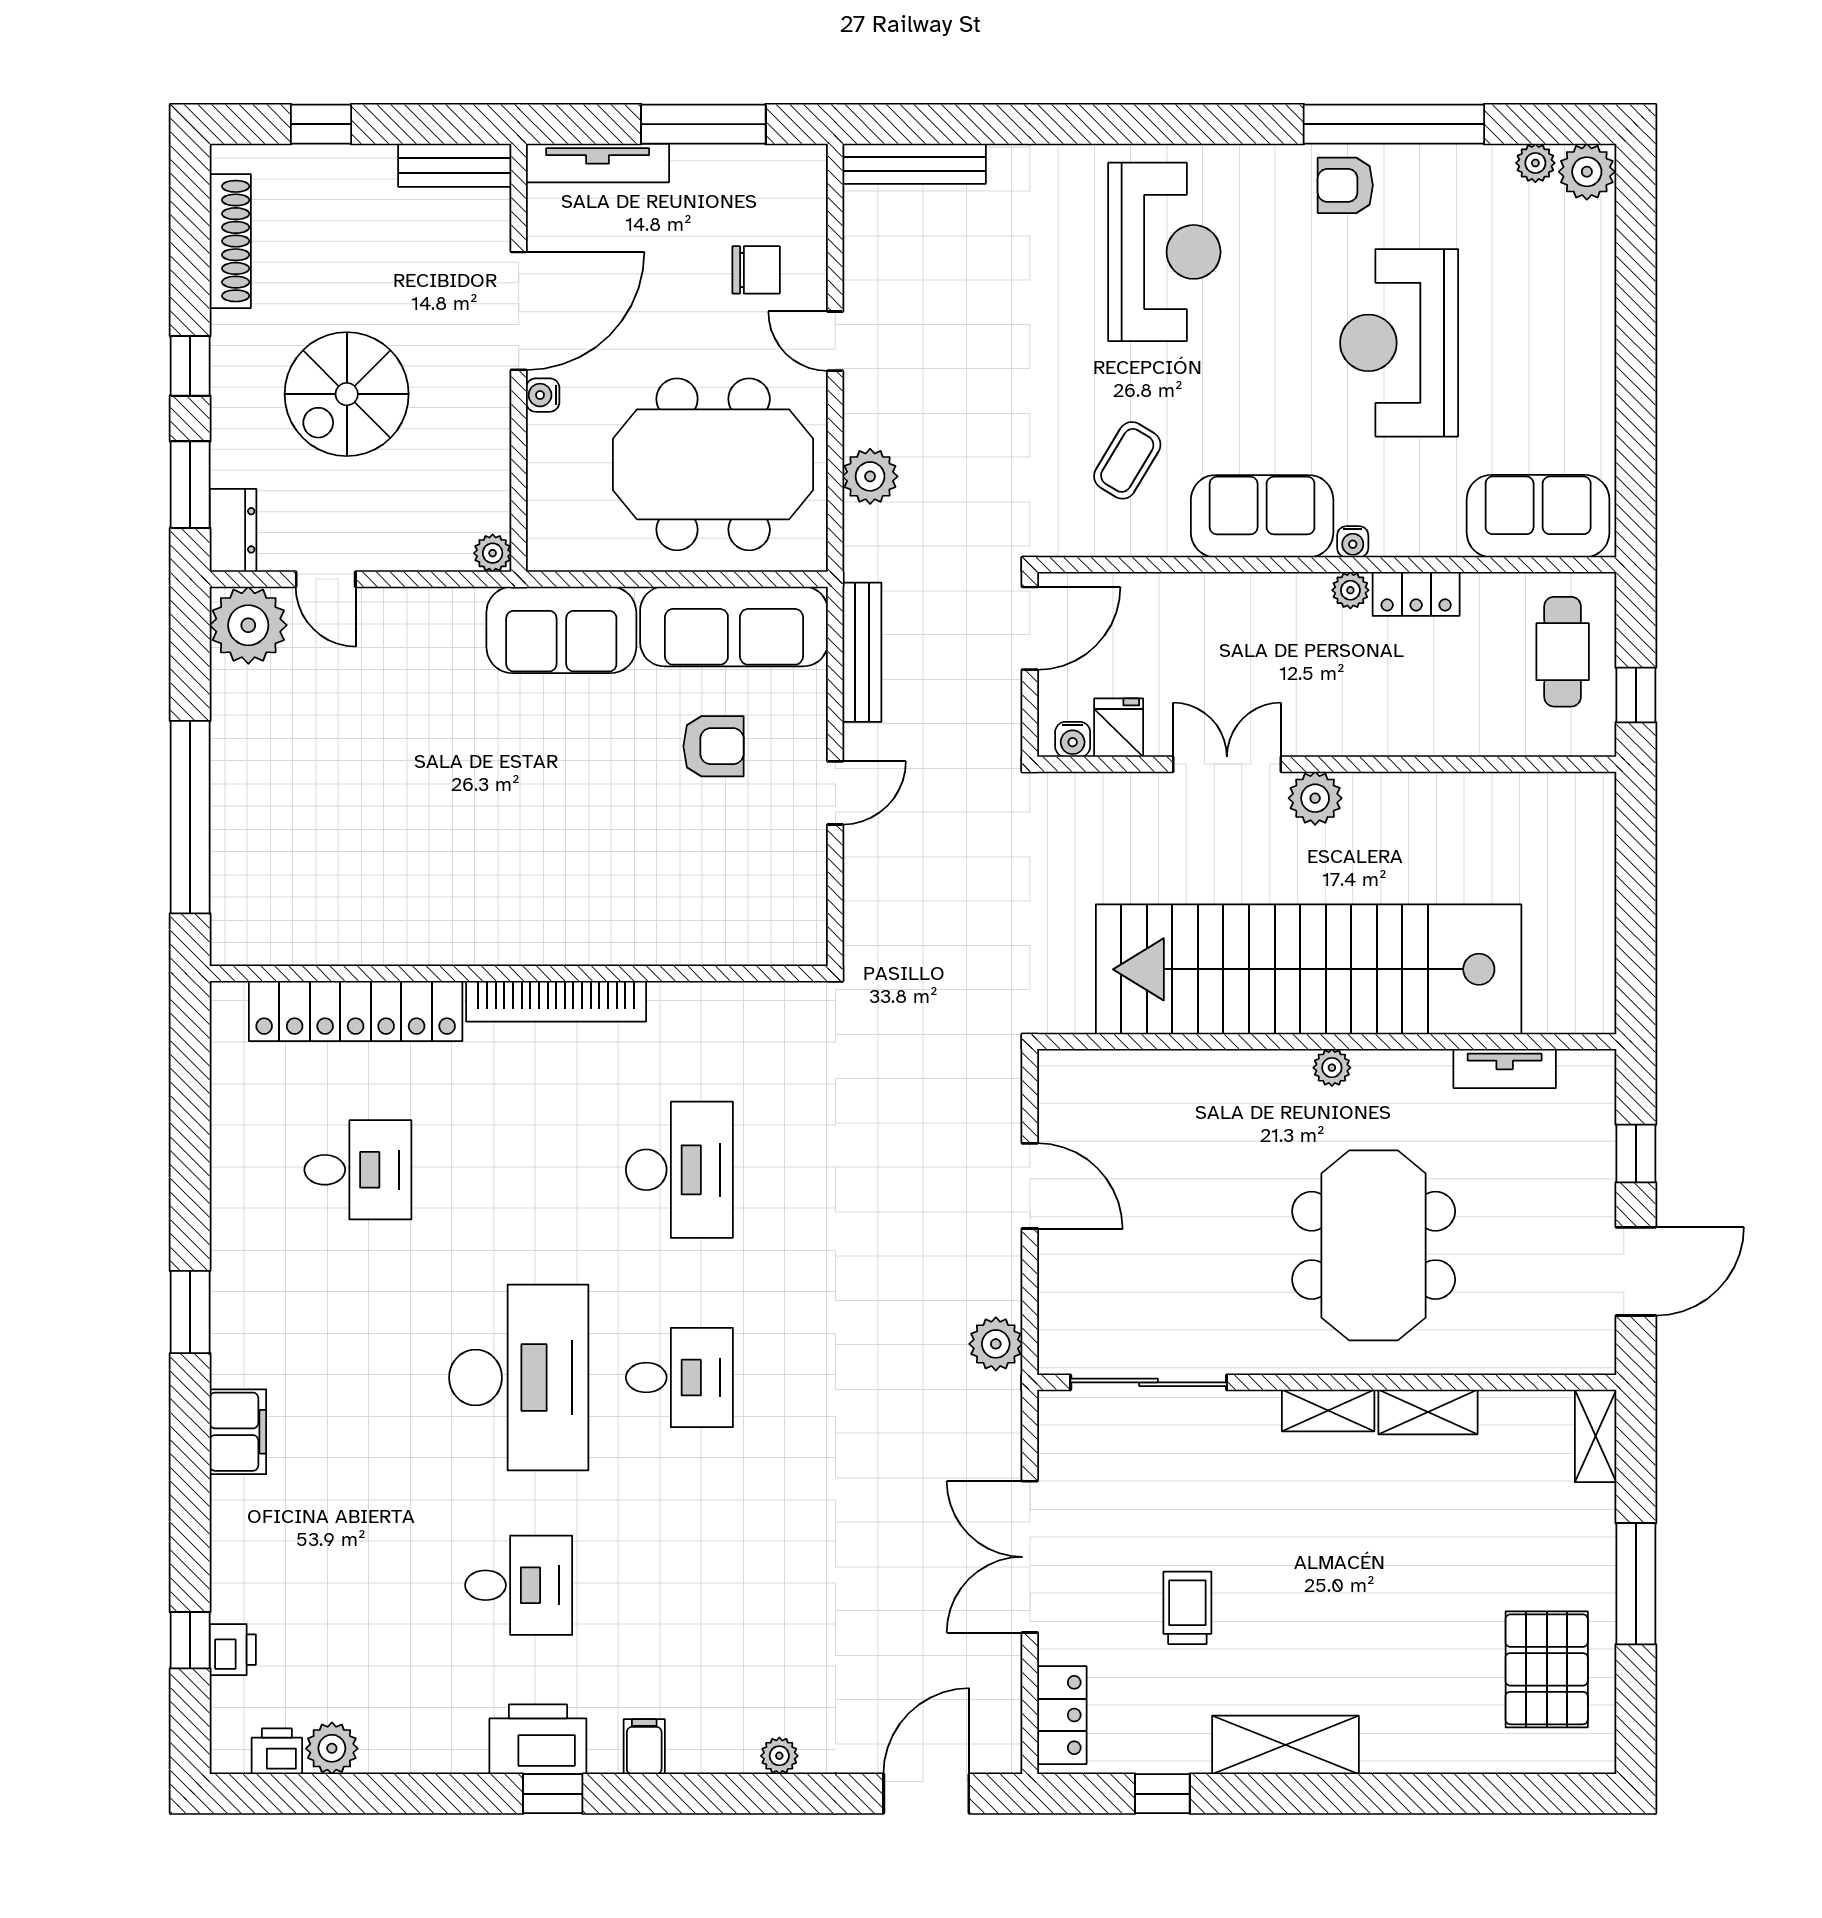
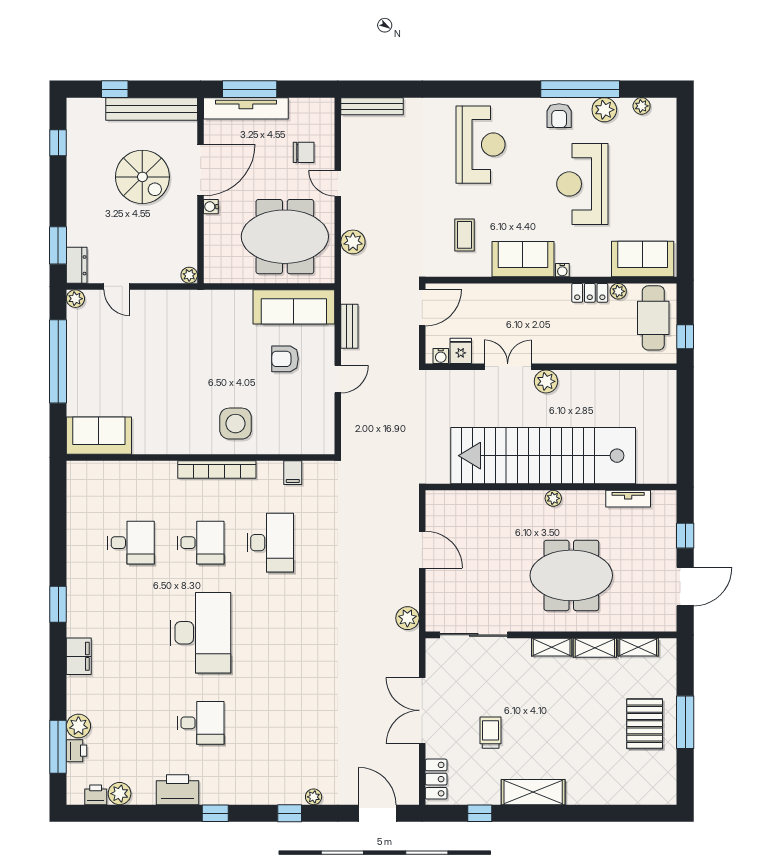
window: (703, 124) -> (250, 89), moved
tv unit: (598, 163) -> (246, 108), width x1.36, depth x1.29
bench: (455, 165) -> (152, 109), width x1.86, depth x1.21
plant: (1587, 172) -> (604, 110), moved
armchair: (1345, 185) -> (559, 116), turned -90
shoe rack: (230, 241) -> (75, 140), removed
window: (190, 366) -> (58, 143), moved
spiral stairs: (347, 394) -> (142, 177), moved, turned -90
coffee table: (1127, 460) -> (464, 235), turned -31
plant: (1350, 590) -> (618, 291), moved
plant: (248, 625) -> (75, 299), width x0.53, depth x0.53
sofa: (561, 630) -> (99, 436), moved, turned 180
bench: (862, 652) -> (349, 326), width x0.73
cafe table: (1563, 652) -> (653, 318), width x1.37, depth x1.35
armchair: (714, 746) -> (285, 359), turned 180
window: (190, 817) -> (58, 361), moved
side table: (599, 895) -> (236, 424), added
locker: (356, 1011) -> (130, 474), removed
meeting table: (1374, 1245) -> (571, 575), turned 90
desk: (679, 1378) -> (201, 543), moved
shelving: (1596, 1436) -> (638, 647), moved, turned 90
plant: (237, 1593) -> (78, 726), added
window: (190, 1640) -> (58, 747), width x2.17
pallet: (1547, 1669) -> (645, 724), moved
printer: (538, 1739) -> (177, 790), moved
filing cabinet: (644, 1747) -> (293, 473), moved, turned 180
window: (724, 1794) -> (290, 813), added
door: (926, 1794) -> (377, 813), hinge flipped

